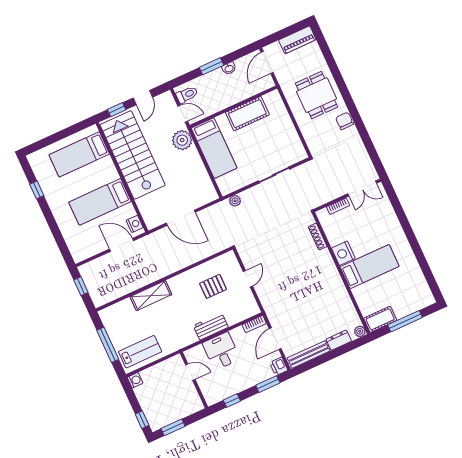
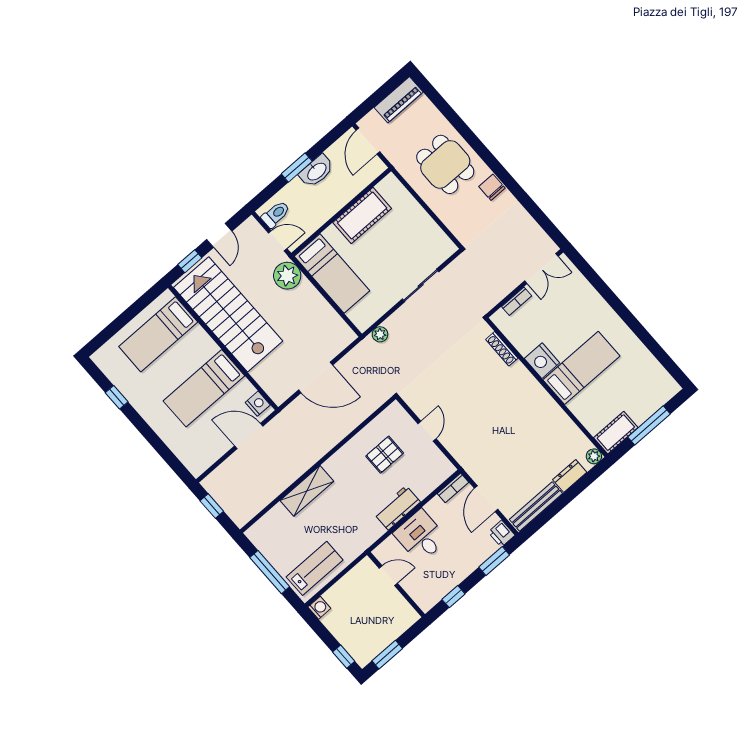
washbasin: (229, 68) -> (316, 171), width x1.91, depth x1.45

